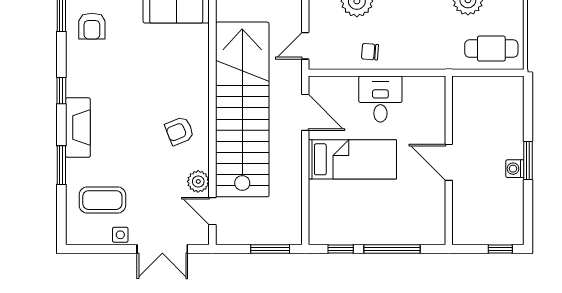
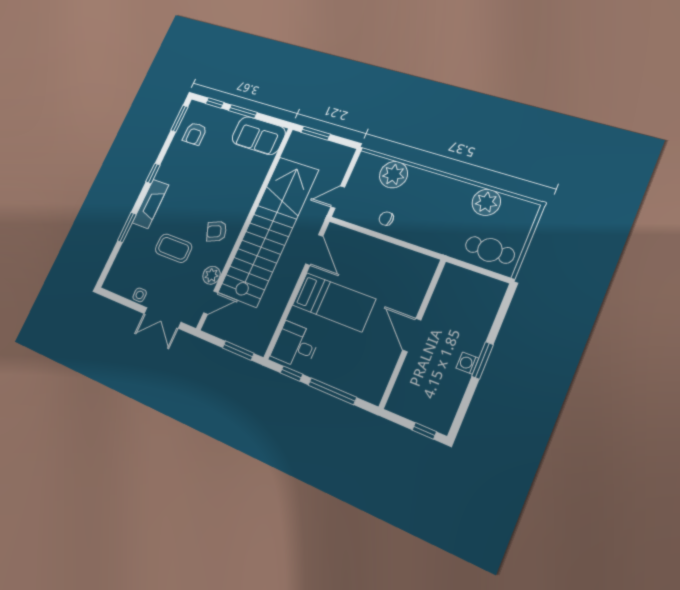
desk: (380, 99) -> (295, 345), moved, turned -90
coffee table: (102, 200) -> (174, 248), moved
door: (212, 211) -> (211, 303), swing flipped

